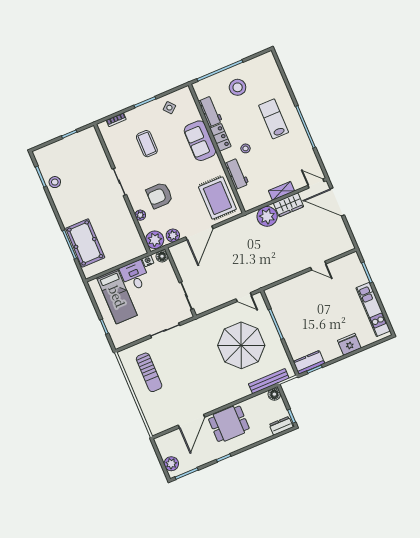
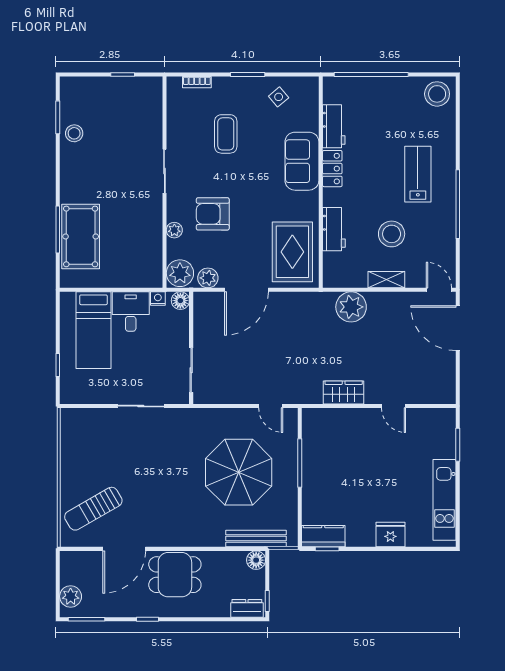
stool: (238, 87) -> (437, 94), moved
stool: (246, 148) -> (392, 234), moved, width x1.89, depth x1.89
wardrobe: (289, 205) -> (344, 392), moved, turned 180
sun lounger: (149, 372) -> (93, 509), moved, turned 60

